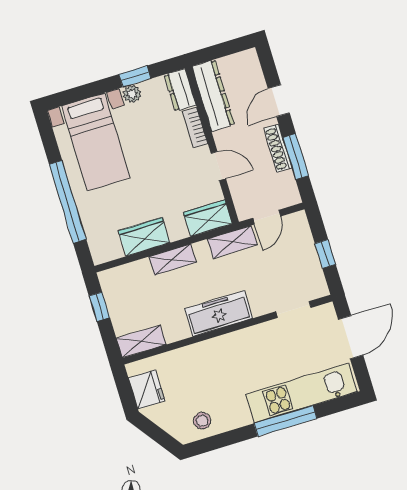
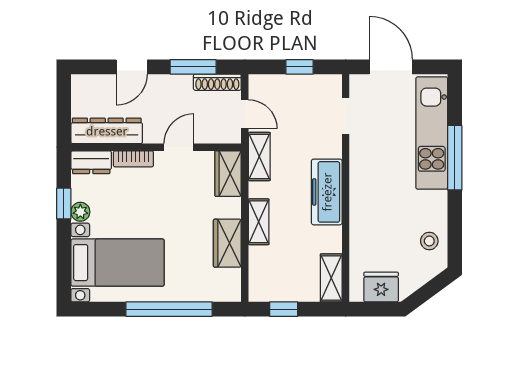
door: (279, 101) -> (132, 67), hinge flipped
shoe rack: (278, 148) -> (217, 82), moved

